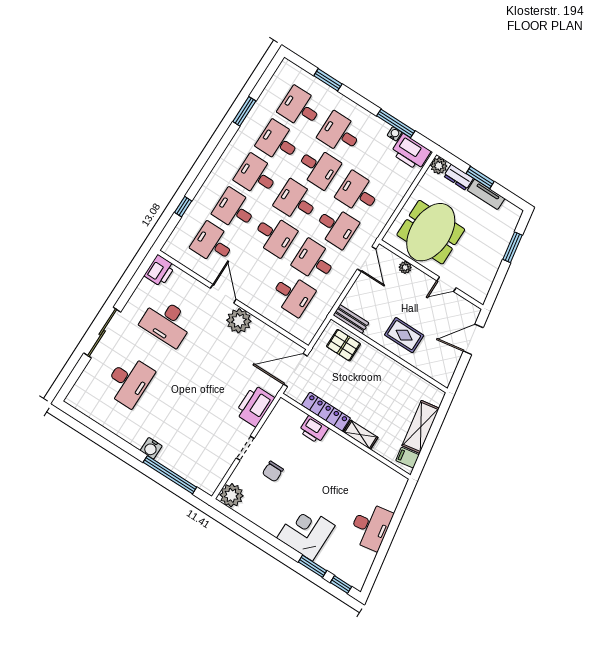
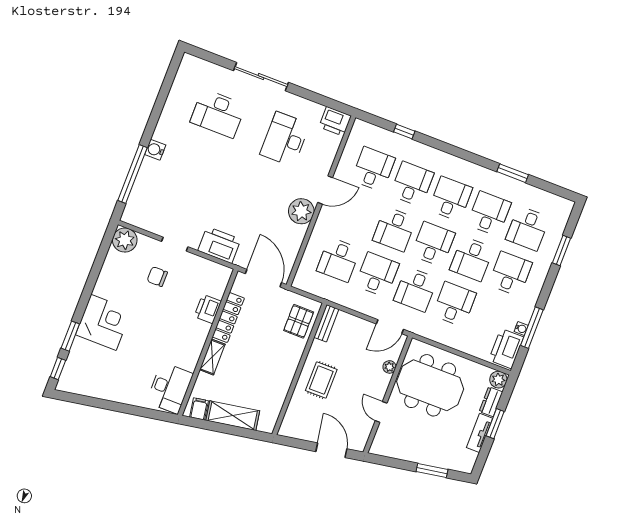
desk: (300, 108) -> (528, 228), turned 180
desk: (371, 526) -> (170, 388), moved, turned -80

